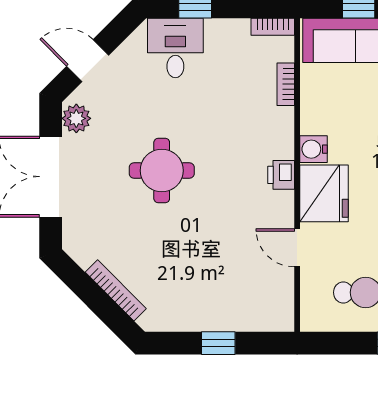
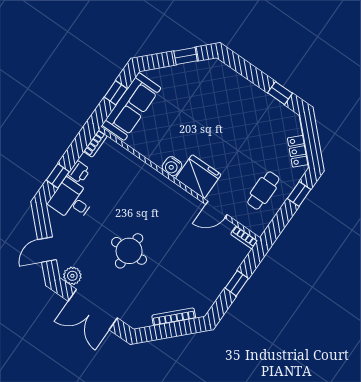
bookcase: (286, 84) -> (244, 237), moved
printer: (281, 175) -> (79, 172), moved, turned -90

